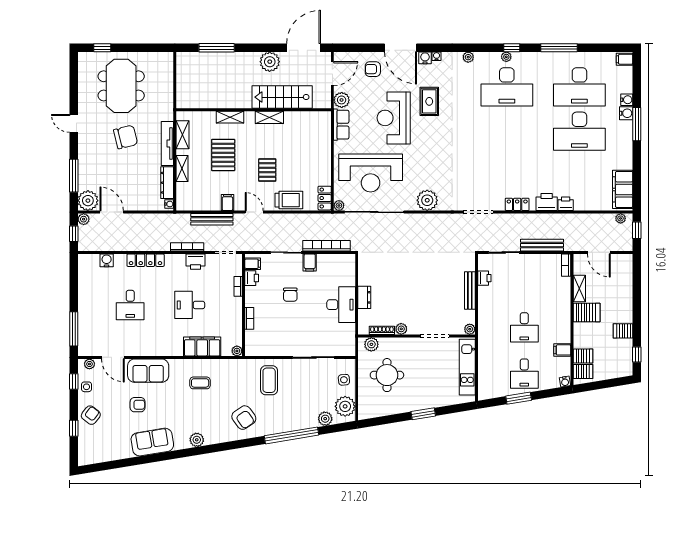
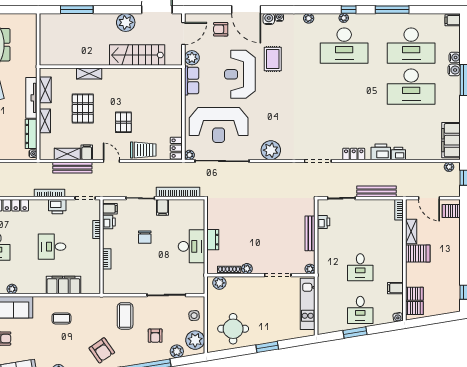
shelving: (269, 117) -> (67, 154), moved
server rack: (623, 331) -> (451, 211), moved
plant: (237, 351) -> (12, 289), moved
round table: (387, 375) -> (233, 329), moved
armchair: (302, 402) -> (155, 336), added

